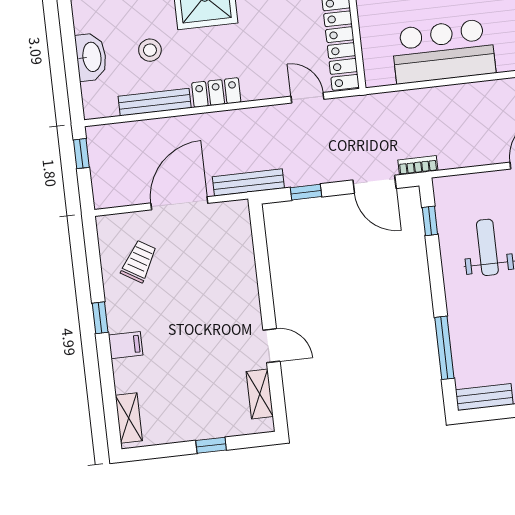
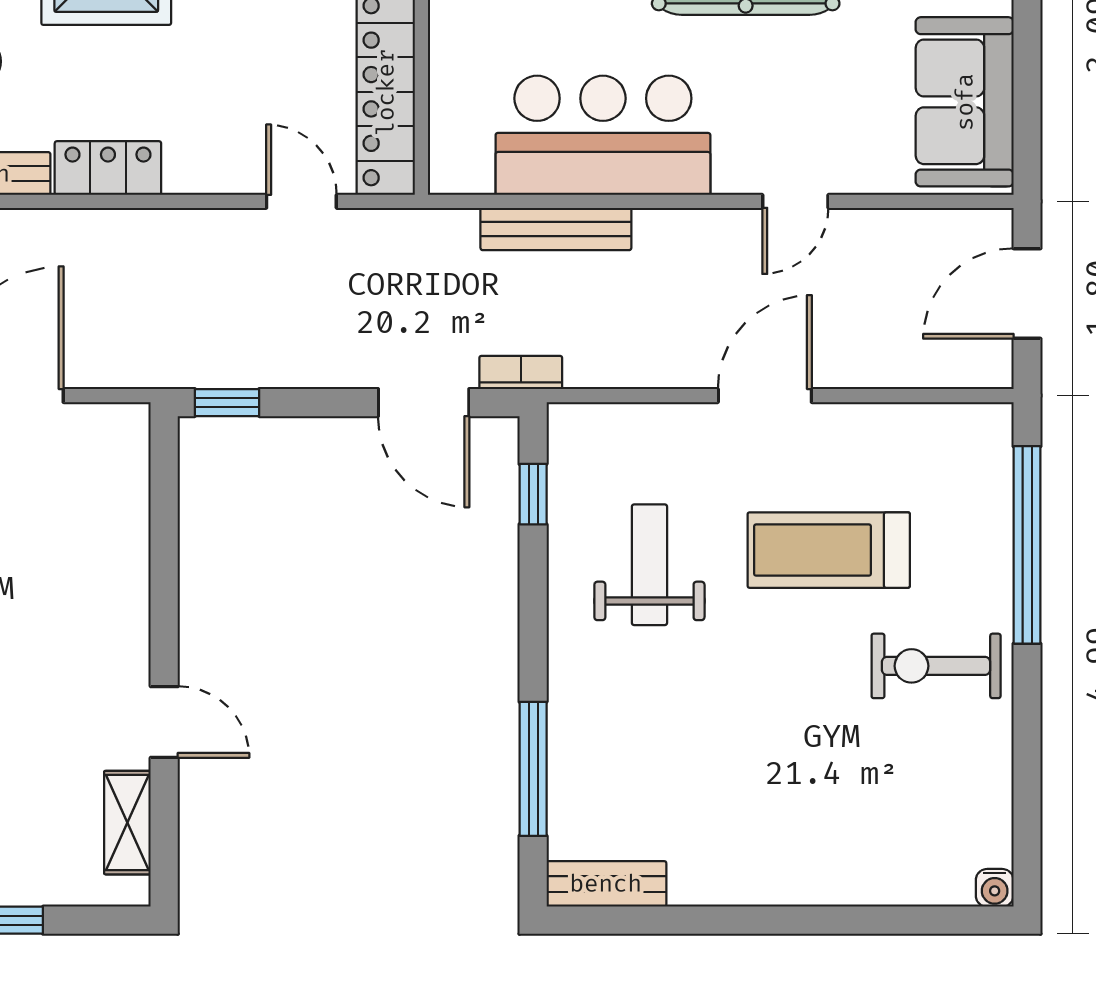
bench: (248, 182) -> (556, 229), moved
window: (306, 192) -> (227, 403), moved

